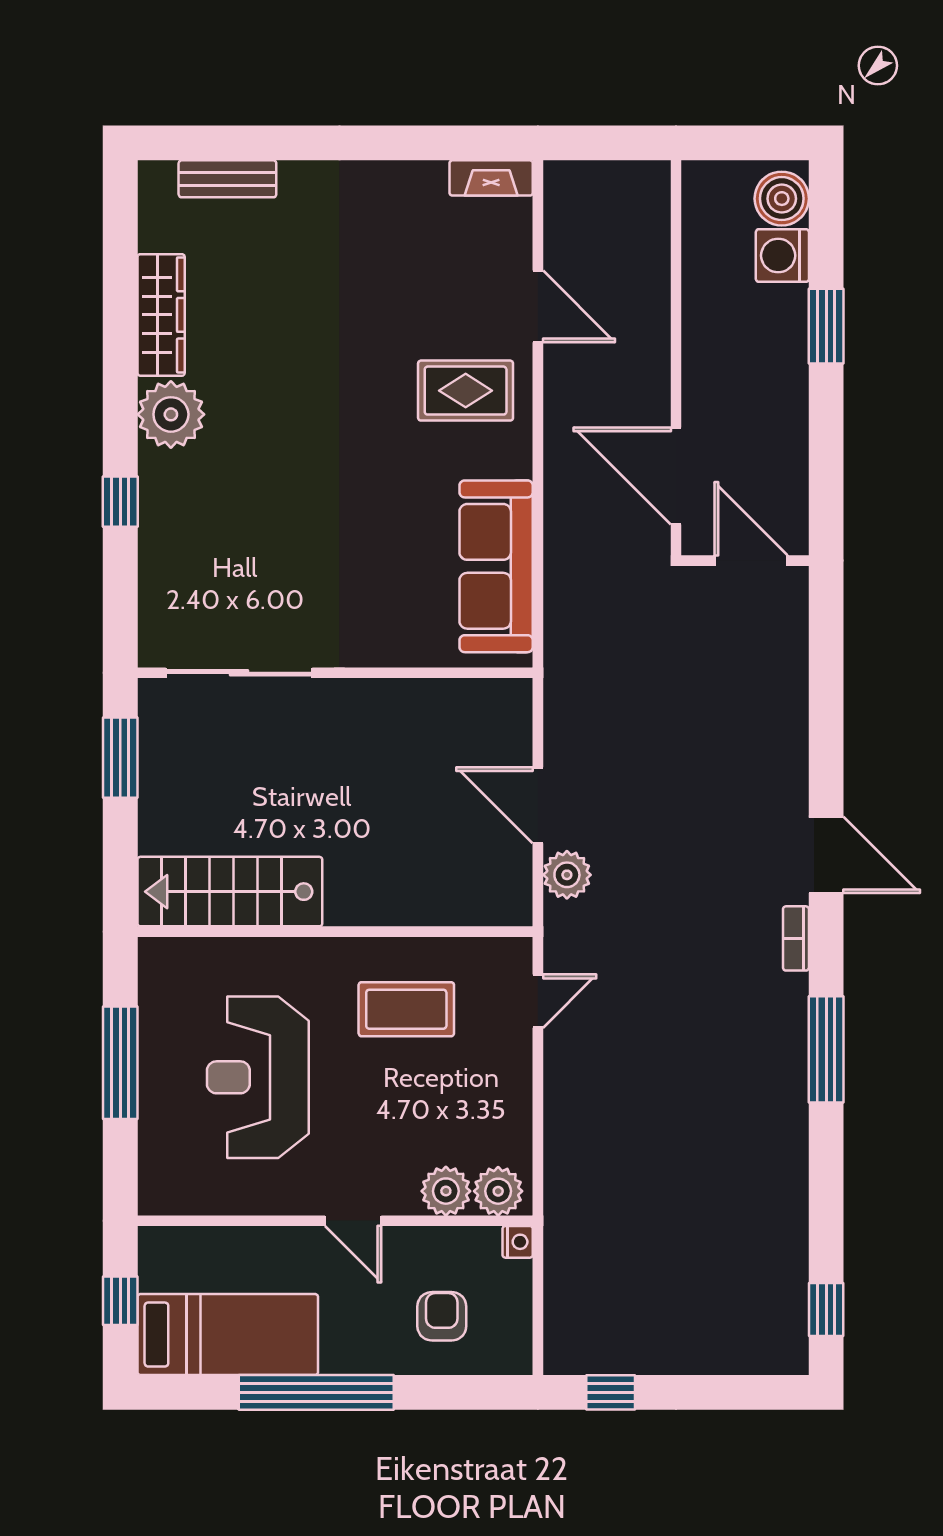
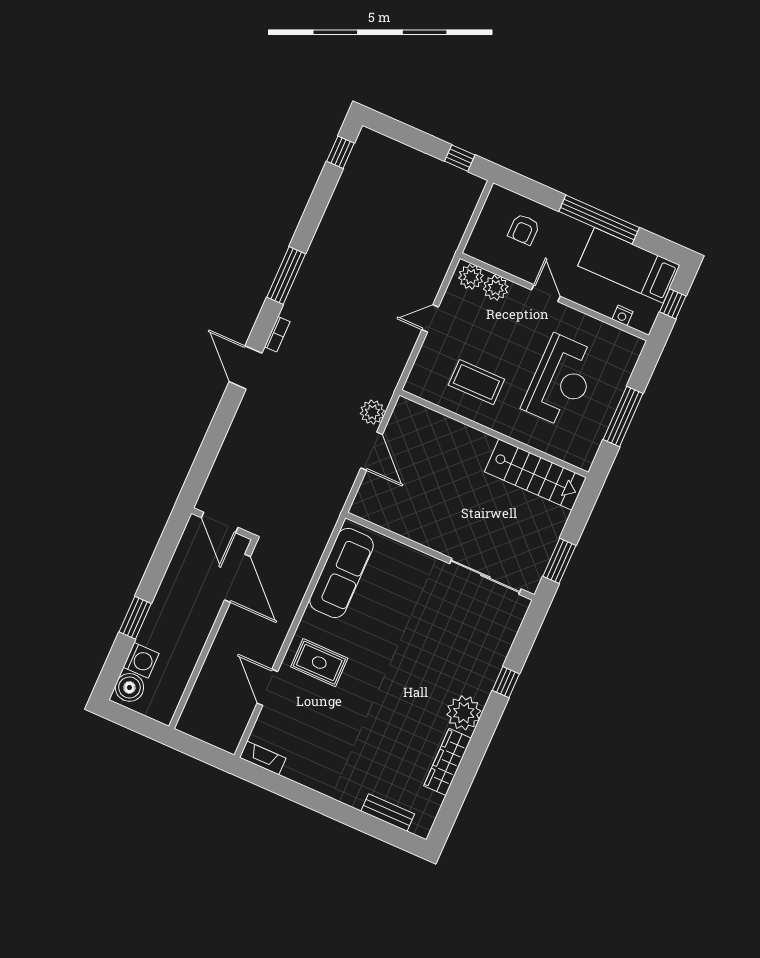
door: (538, 1001) -> (430, 318), moved
nightstand: (518, 1242) -> (622, 315), moved, turned -90

